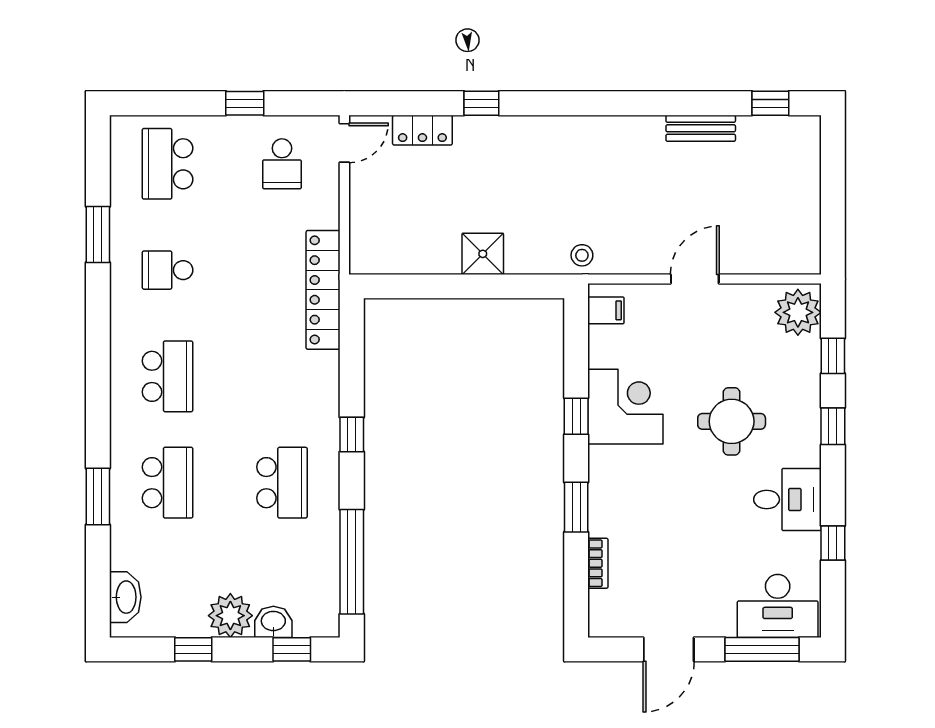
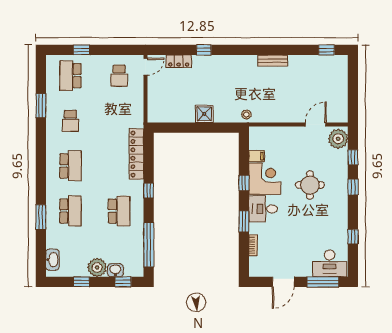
window: (245, 103) -> (81, 50), moved
bench: (701, 128) -> (273, 61), moved
school desk: (168, 270) -> (70, 121), turned -90
door: (695, 279) -> (316, 125), moved
locker: (323, 290) -> (136, 154), moved
filing cabinet: (606, 310) -> (257, 156), moved
desk: (787, 499) -> (263, 209), moved, turned 180

